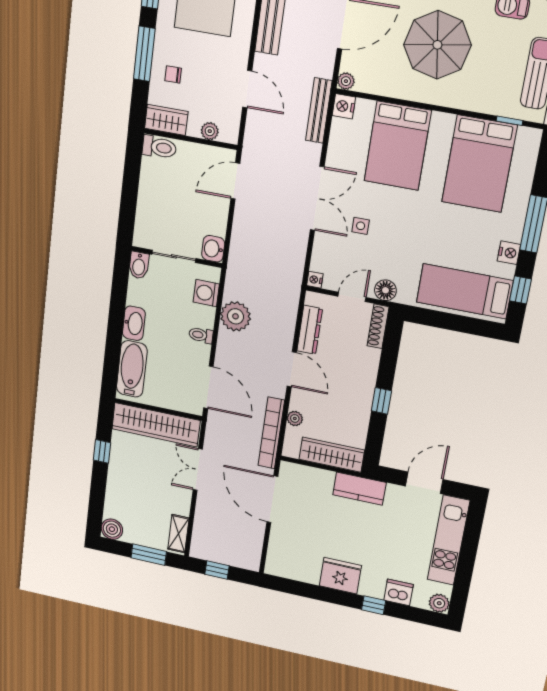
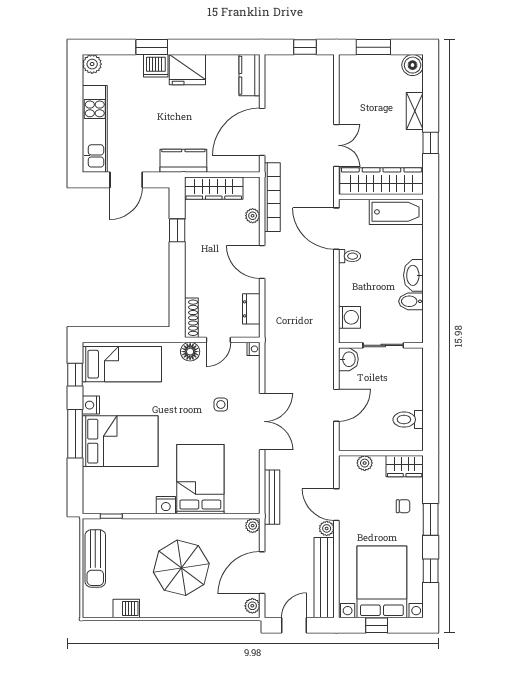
window: (144, 54) -> (431, 519), width x0.69
nightstand: (344, 106) -> (166, 505), moved, turned 90
toilet: (159, 147) -> (408, 420), moved
bed: (479, 164) -> (120, 441), moved, turned 90
door: (235, 181) -> (336, 405), moved
double door: (317, 198) -> (262, 421), swing flipped
bidet: (139, 265) -> (411, 301), moved, turned -90
plant: (235, 316) -> (327, 528), moved, width x0.53, depth x0.53
dresser: (310, 330) -> (251, 309), width x0.70
toilet: (201, 335) -> (350, 256), moved
bathtub: (132, 369) -> (396, 212), moved, turned -90
window: (381, 401) -> (177, 230), moved
door: (272, 499) -> (262, 132), swing flipped
shelving: (178, 534) -> (415, 111), moved
kitchen counter: (277, 556) -> (250, 75), added
dishwasher: (398, 592) -> (156, 66), moved
window: (374, 605) -> (152, 47), width x1.50

